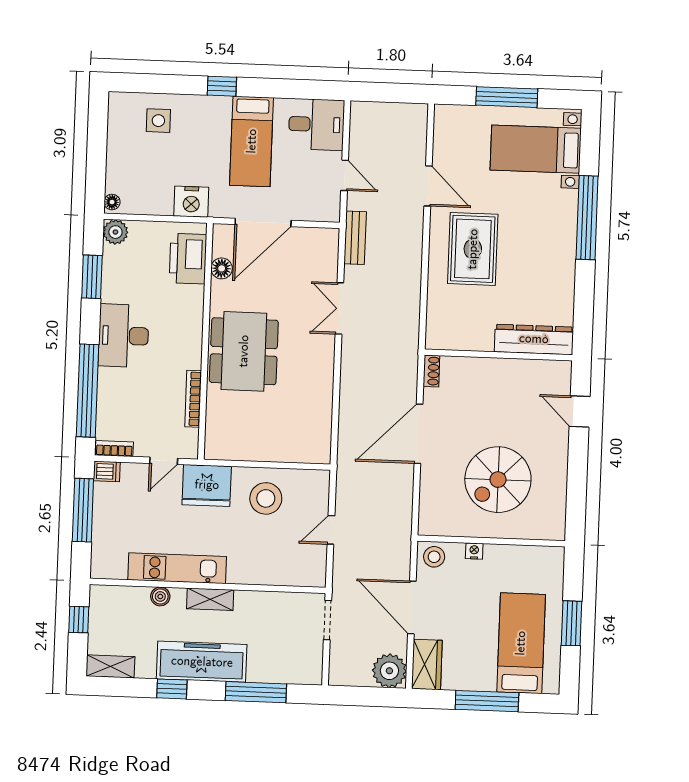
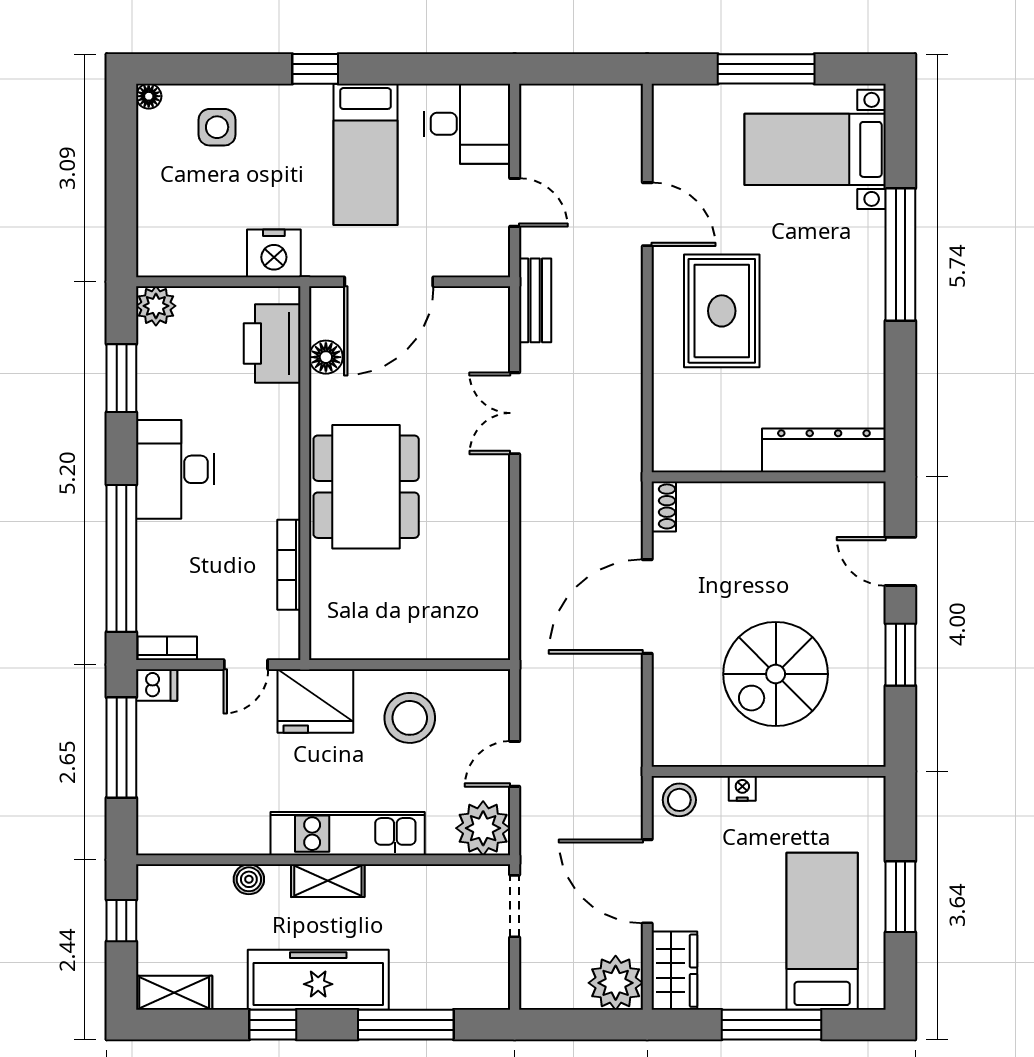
floor lamp: (112, 202) -> (149, 96), moved
window: (577, 470) -> (900, 655), added
kitchen unit: (177, 568) -> (348, 834), moved
plant: (309, 570) -> (483, 828), added

